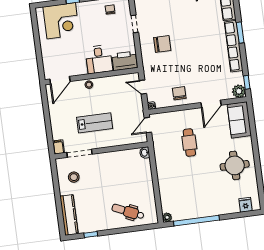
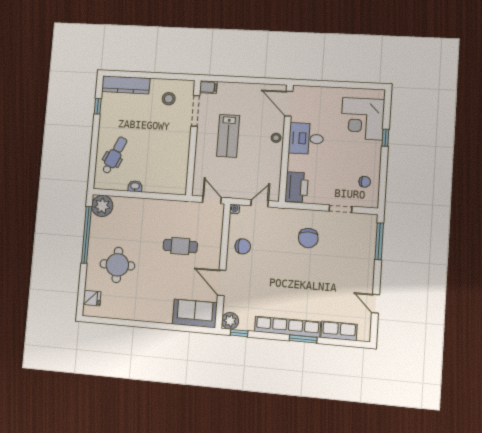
desk: (99, 59) -> (306, 139), moved
washbasin: (145, 153) -> (135, 186), moved
round table: (235, 165) -> (117, 265), moved
plant: (167, 217) -> (102, 206), width x1.87, depth x1.87

